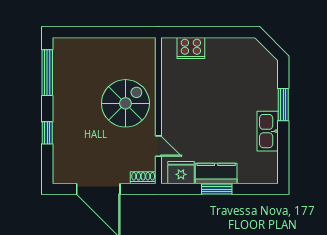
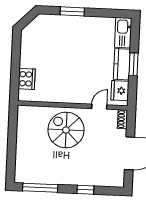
kitchen sink: (268, 131) -> (123, 33), moved, turned 90

